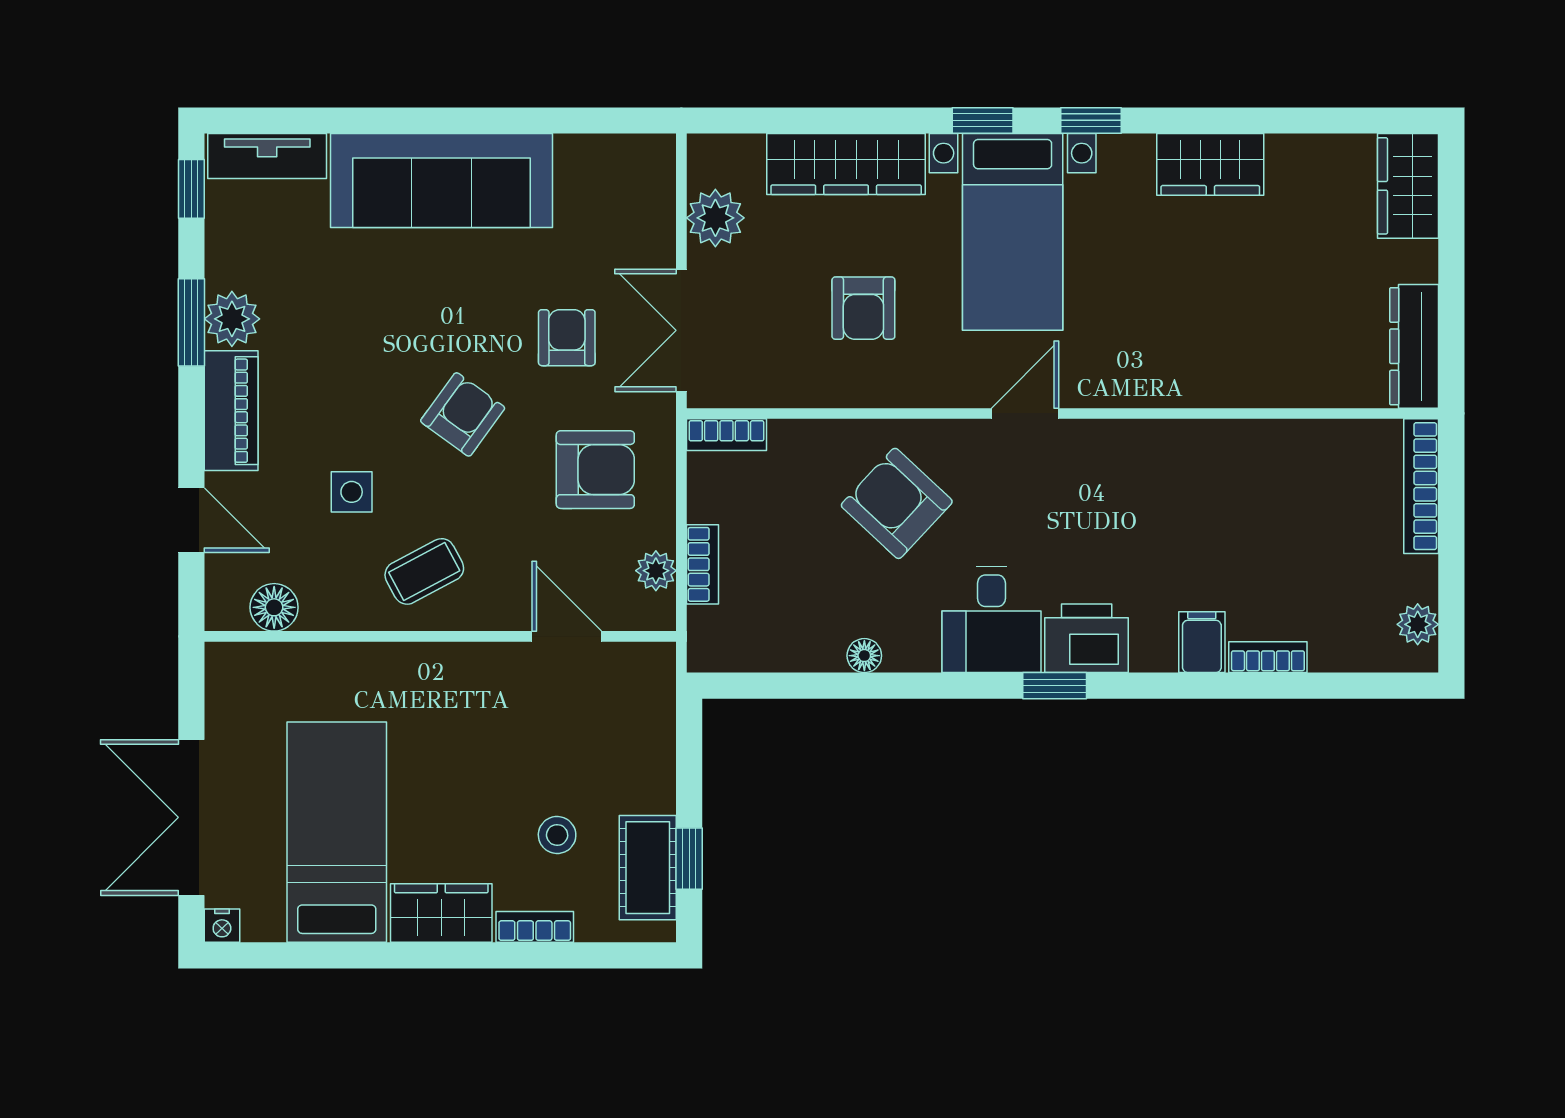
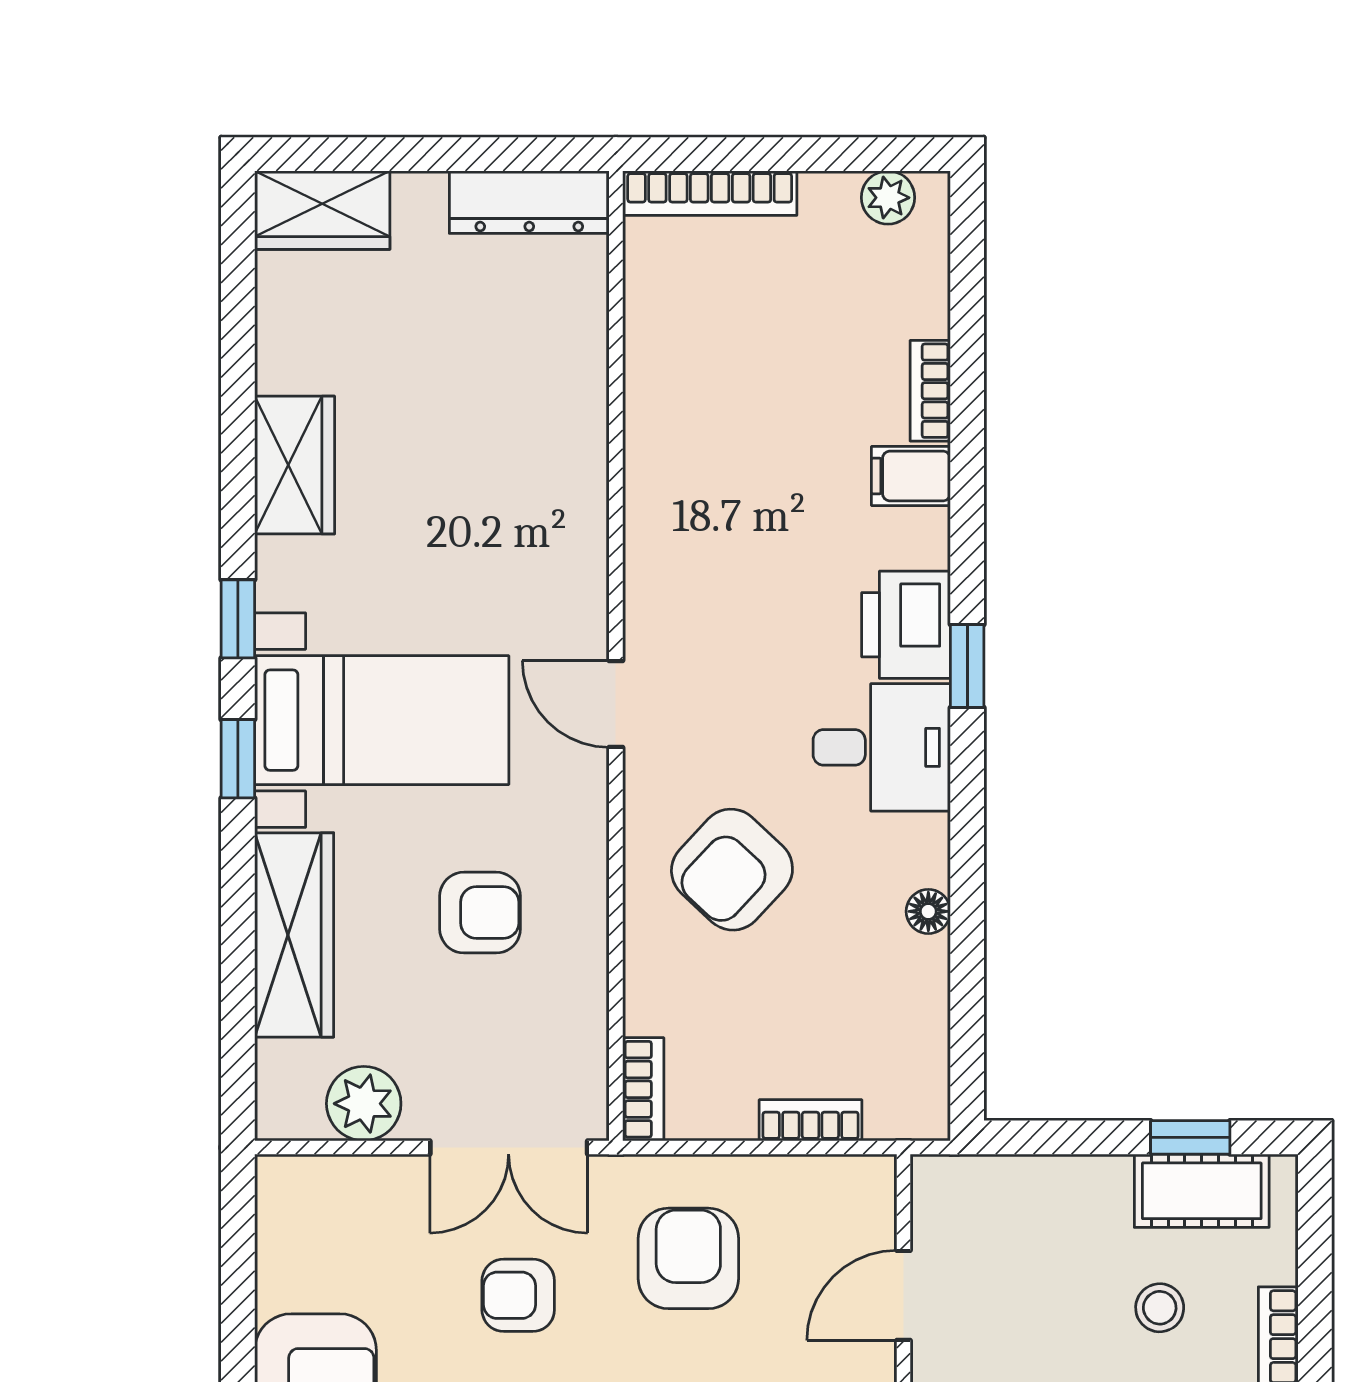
plant: (656, 571) -> (819, 1180), removed

